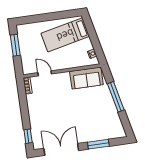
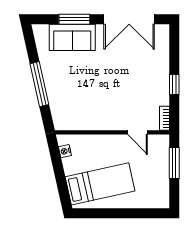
window: (15, 45) -> (174, 163), moved
sofa: (86, 78) -> (72, 37), moved, turned 180
window: (28, 136) -> (174, 84), moved

